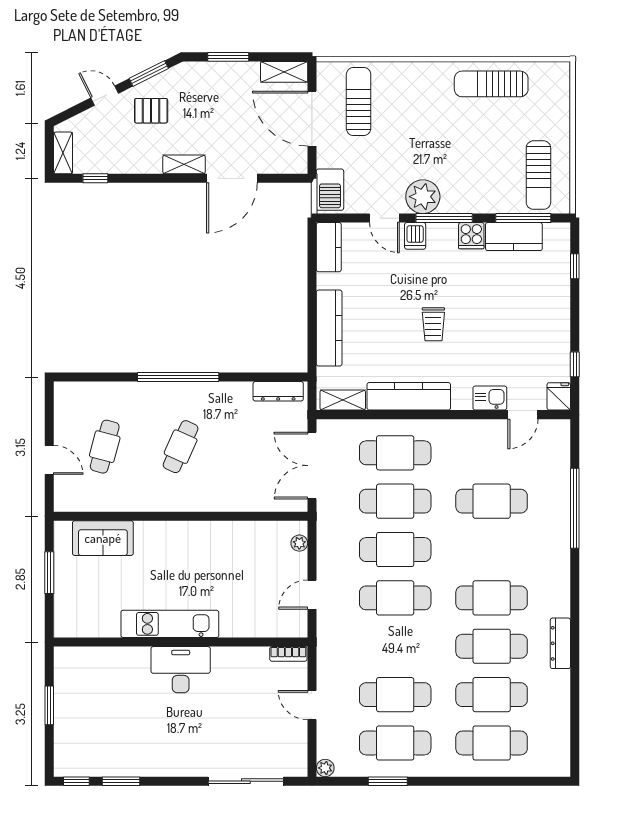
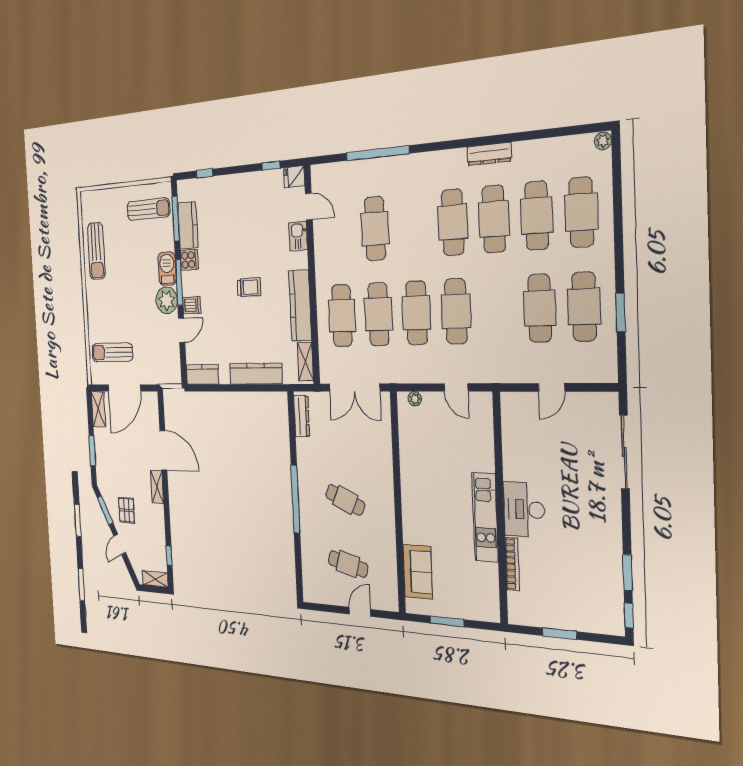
barbecue: (330, 190) -> (167, 269), moved, turned -90
bookcase: (288, 654) -> (512, 564), moved, width x1.56
plant: (325, 768) -> (603, 141), moved

